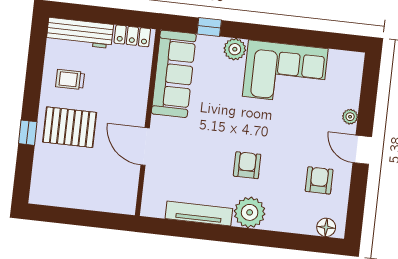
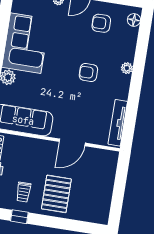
window: (28, 133) -> (19, 217), moved
plant: (250, 212) -> (127, 68), width x0.53, depth x0.53
tv unit: (199, 213) -> (118, 123), moved

